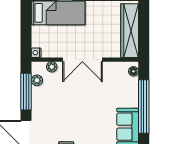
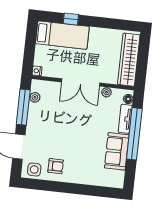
plant: (52, 67) -> (106, 92), moved
tv unit: (133, 92) -> (125, 119), added

